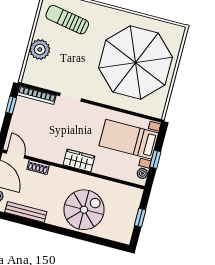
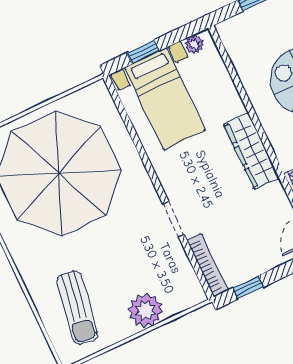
window: (155, 159) -> (143, 52), moved
wardrobe: (79, 161) -> (251, 151), width x1.50

